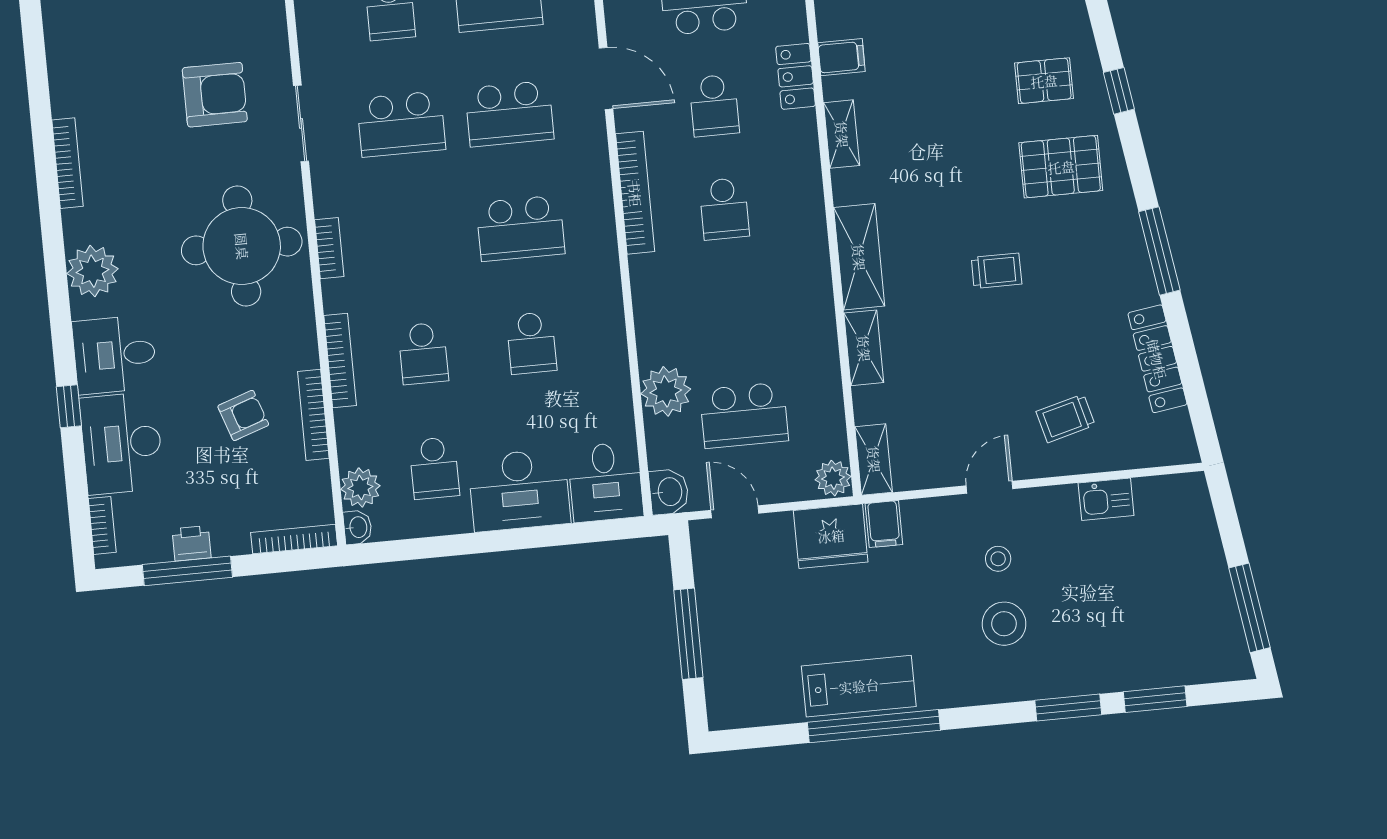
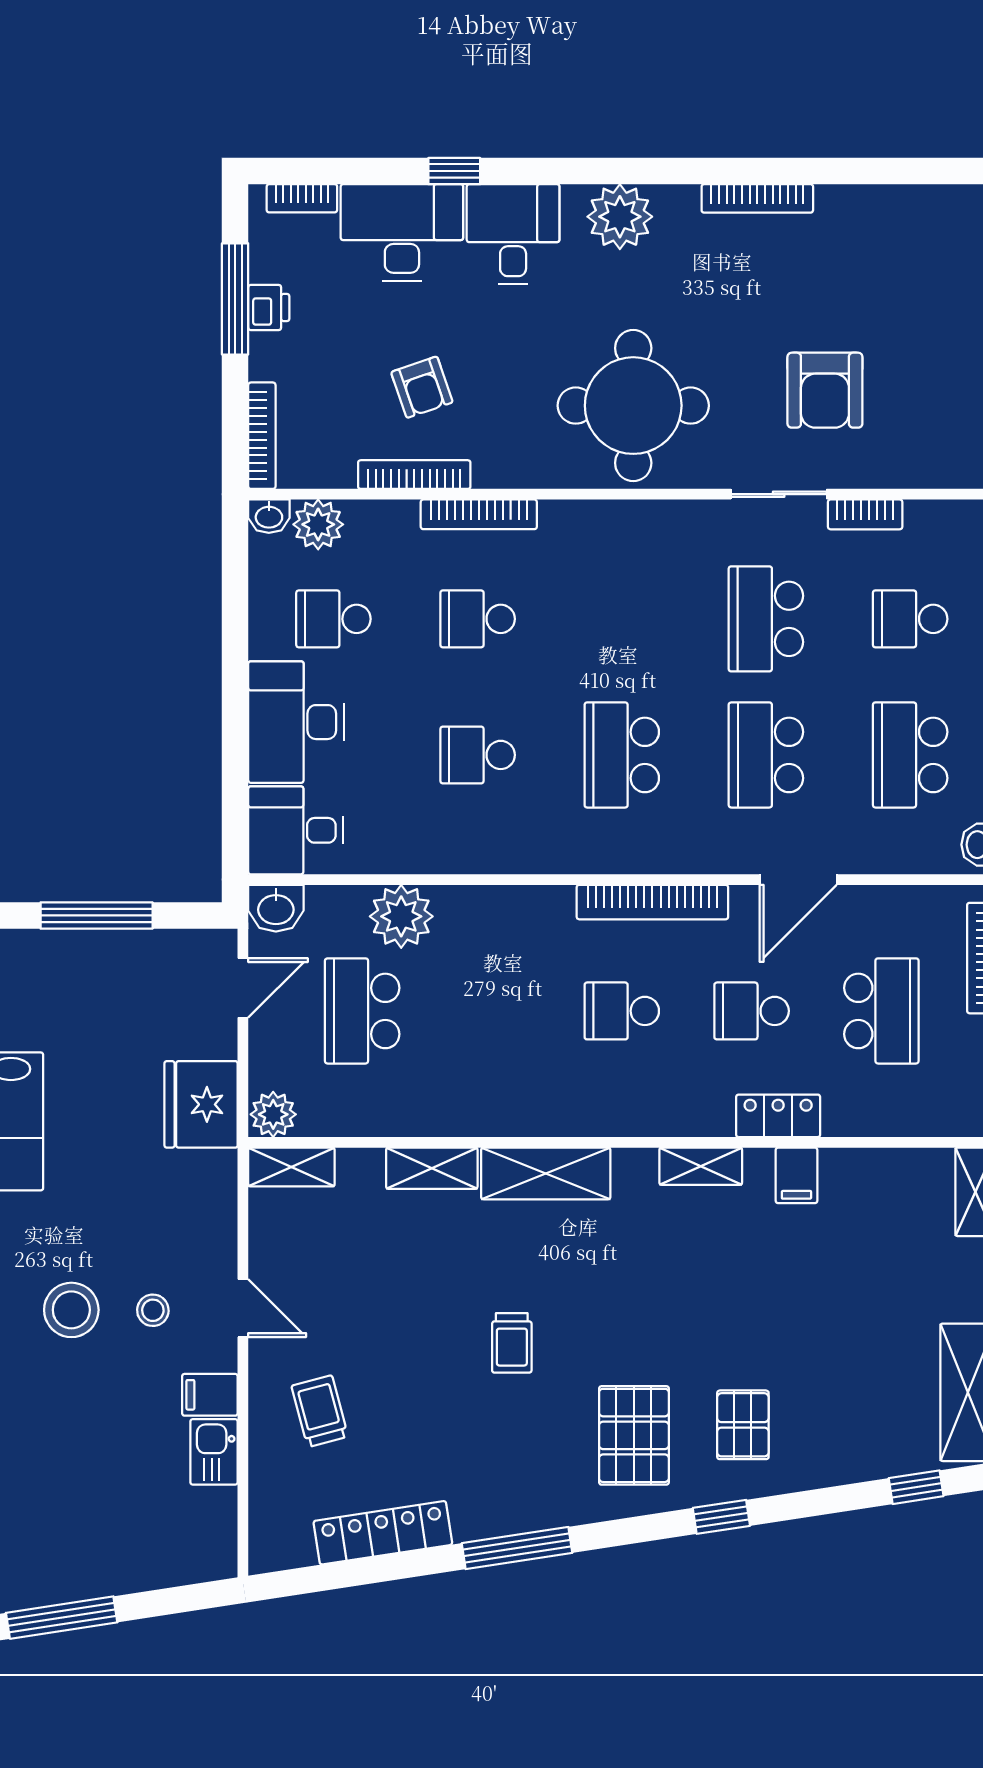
bookcase: (329, 248) -> (865, 514), moved
filing cabinet: (884, 524) -> (210, 1395), moved

